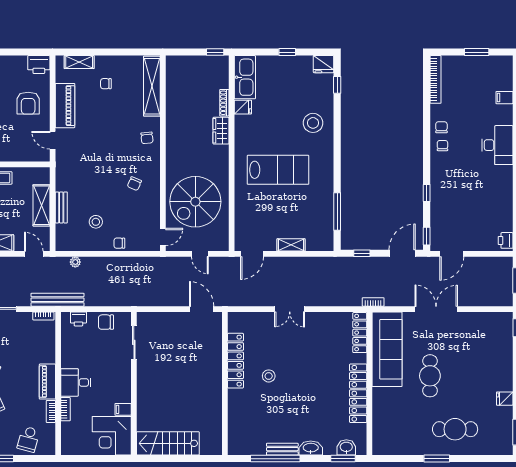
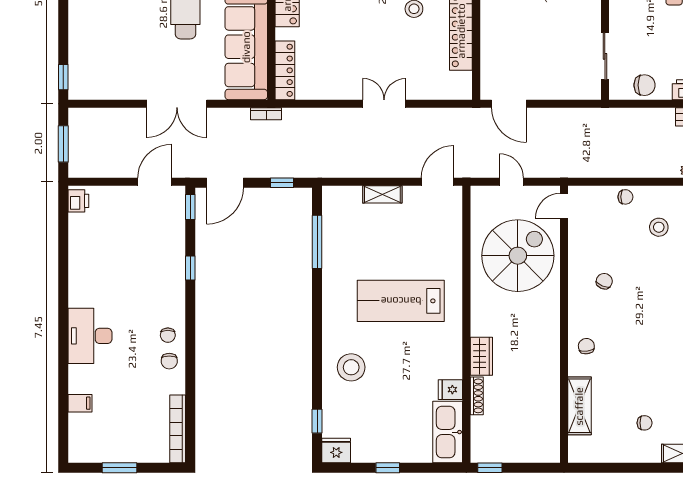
shelving: (152, 86) -> (579, 406), width x0.68

